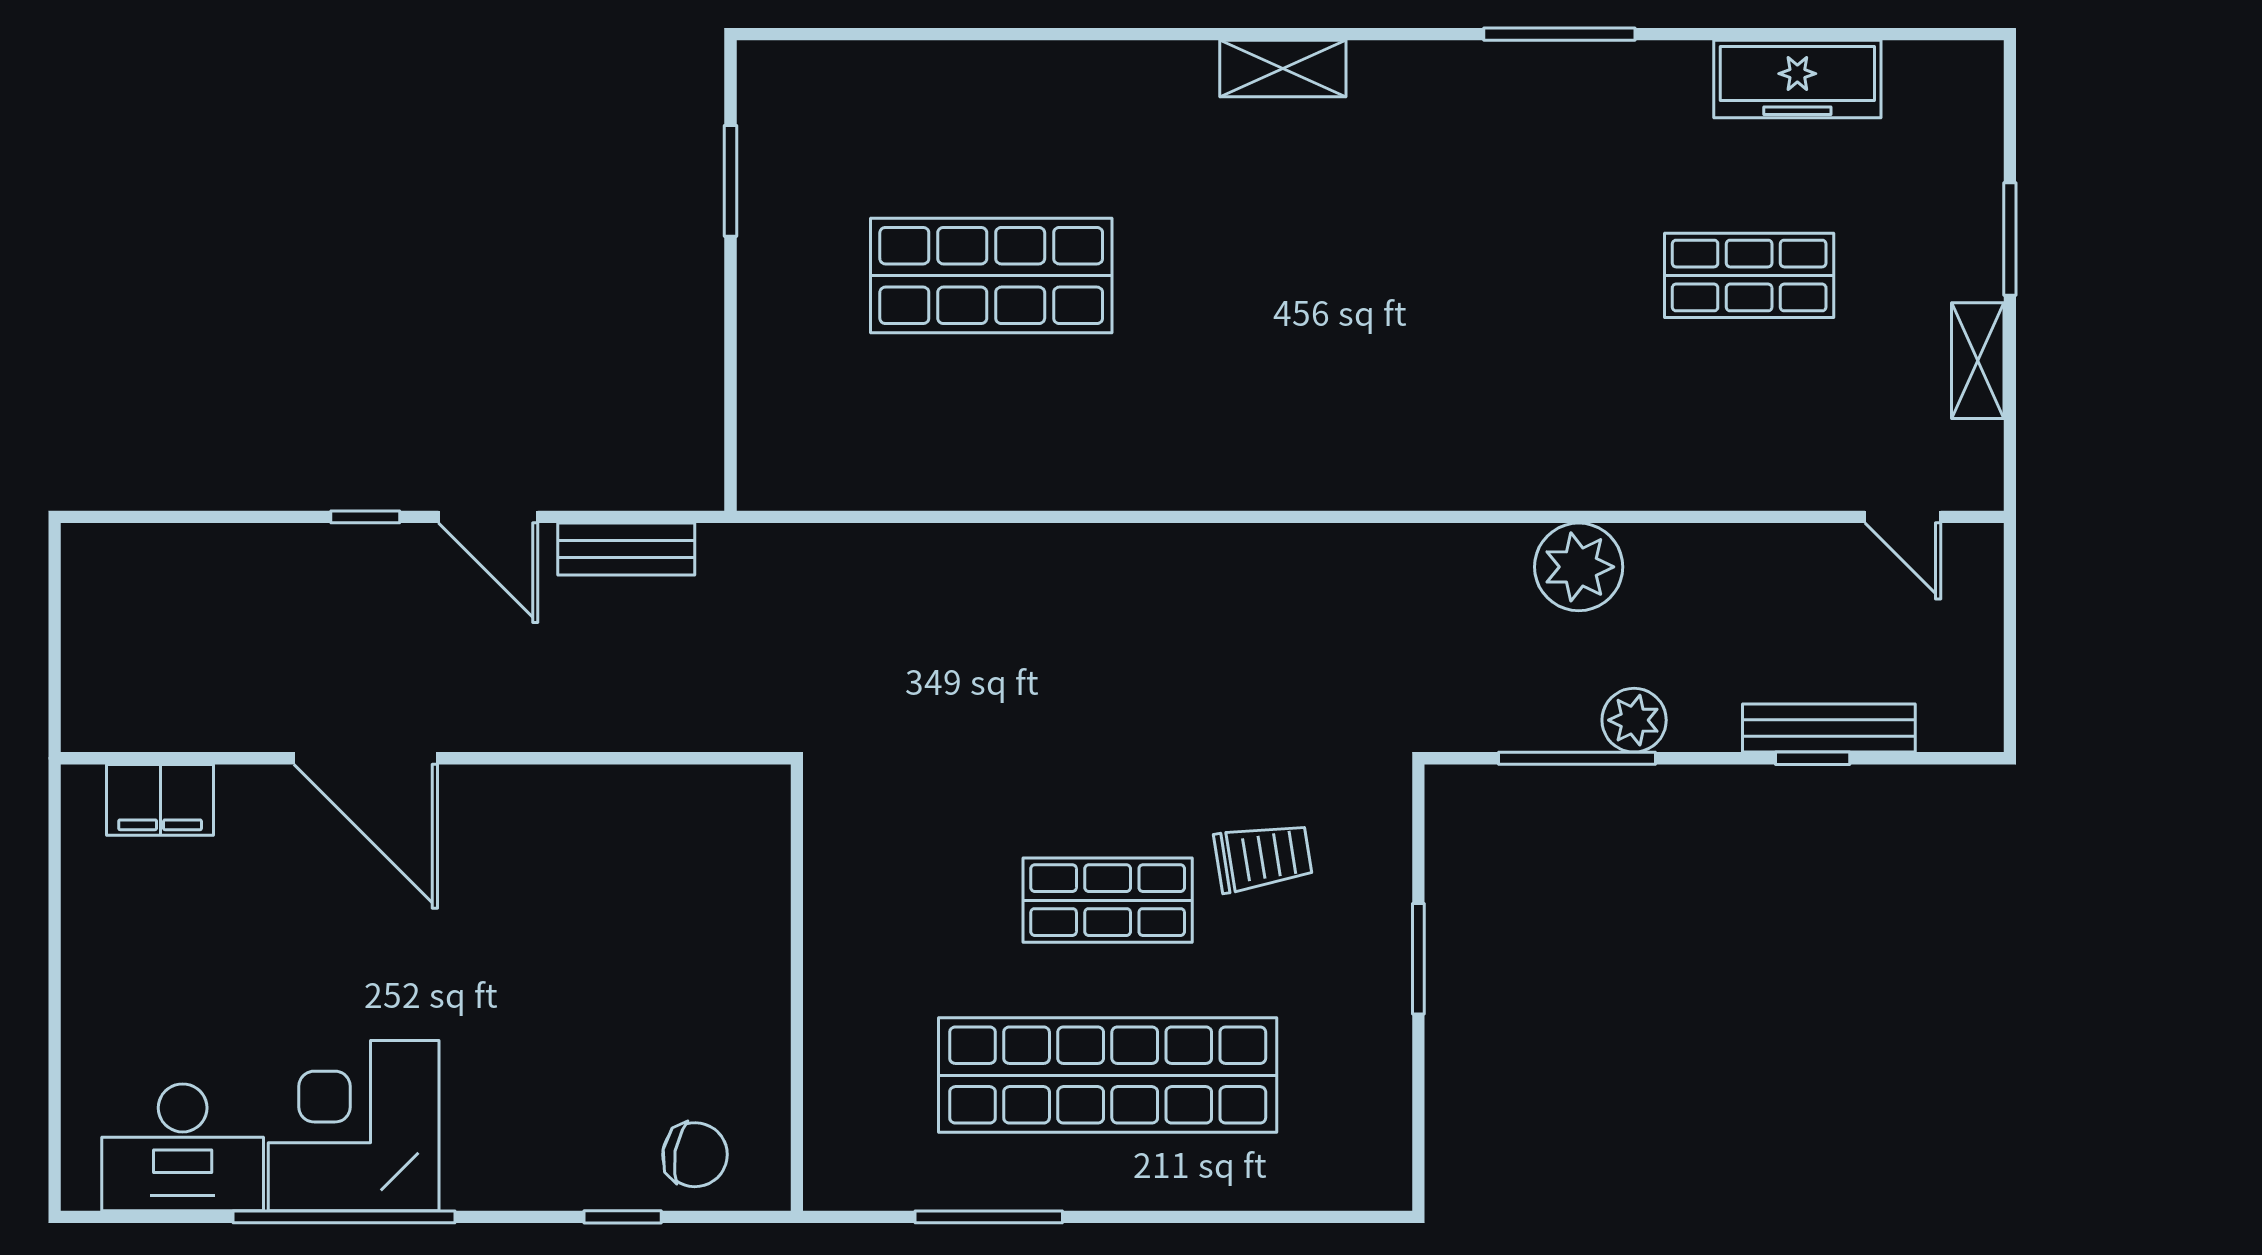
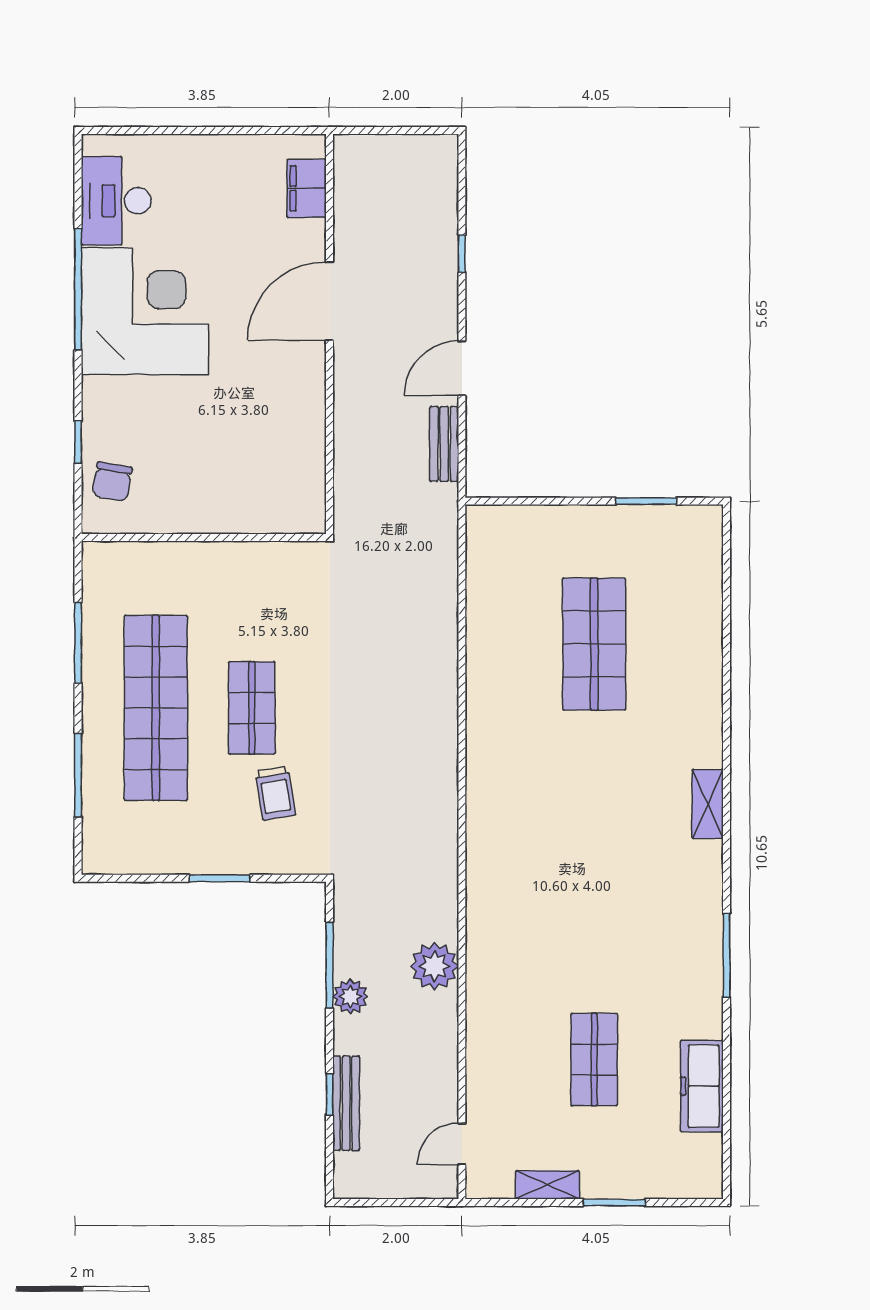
window: (365, 517) -> (462, 254), moved
corner desk: (354, 1126) -> (145, 311), width x1.36, depth x1.36
window: (1230, 1217) -> (78, 775), added

